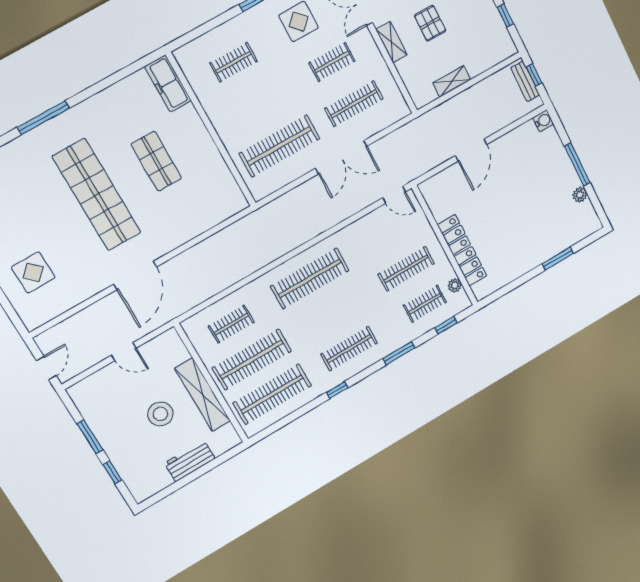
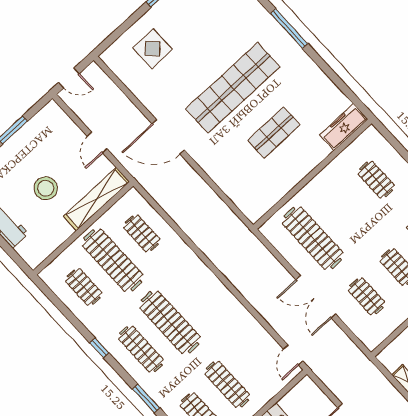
clothes rail: (354, 104) -> (366, 296), width x0.73
clothes rail: (310, 278) -> (170, 322), moved
clothes rail: (272, 394) -> (84, 287), width x0.54, depth x0.76
shelving: (203, 395) -> (97, 199), moved

